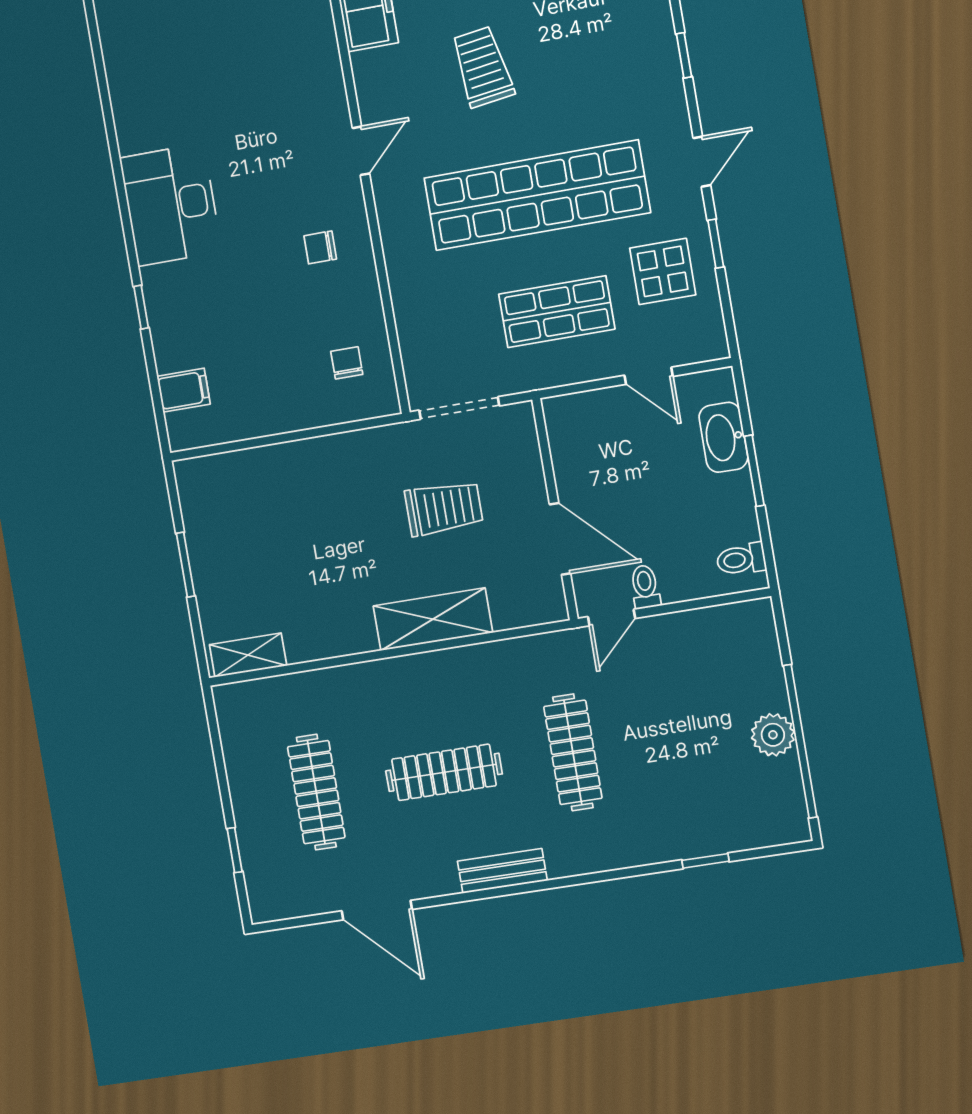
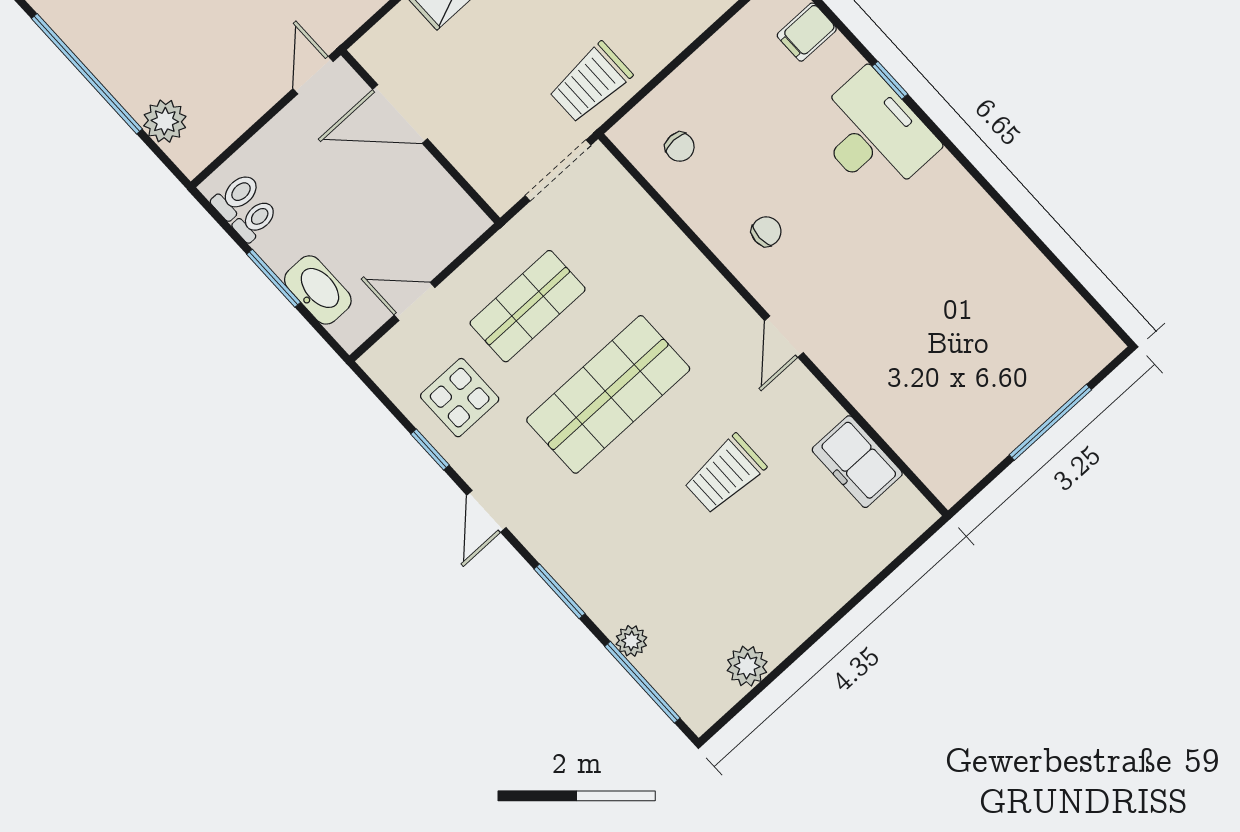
window: (684, 55) -> (559, 591), width x1.50
trolley: (482, 67) -> (725, 474), turned 98
shop shelf: (537, 195) -> (608, 394), width x0.71
desk: (171, 205) -> (874, 134), moved
trolley: (444, 508) -> (590, 82), moved
toilet: (645, 587) -> (255, 220), moved, turned -90
plant: (773, 735) -> (165, 121), moved

